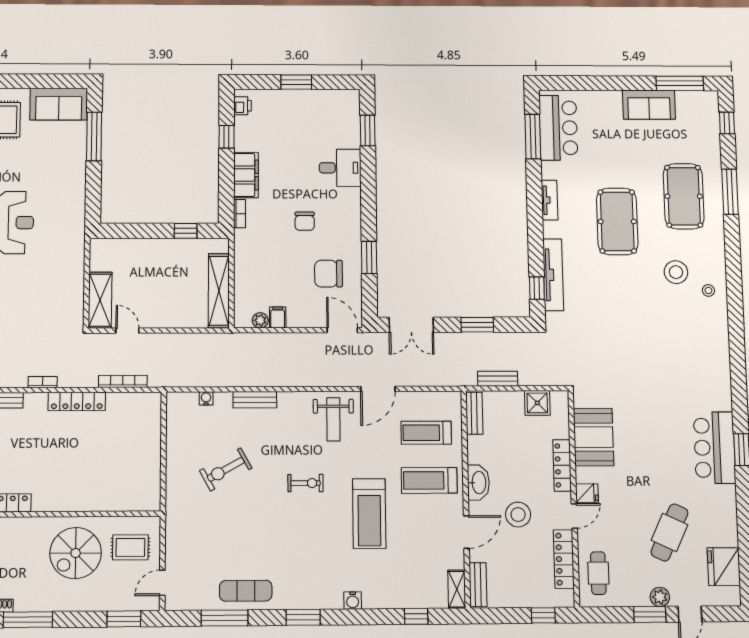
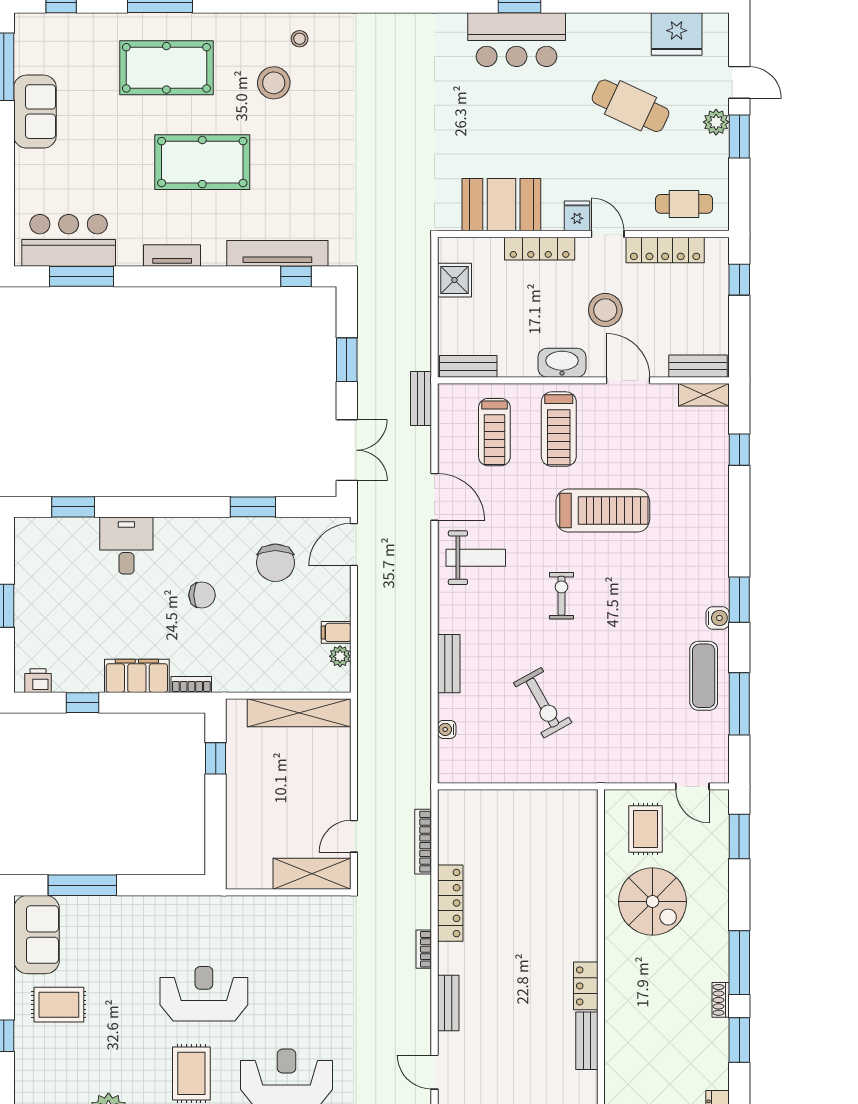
bench: (498, 379) -> (421, 399), moved
water cooler: (353, 600) -> (718, 618), moved

